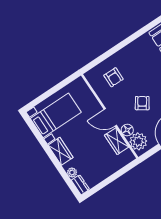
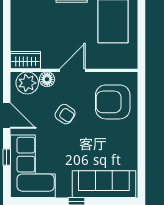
armchair: (114, 77) -> (113, 102), width x1.88, depth x1.88
wardrobe: (117, 141) -> (25, 60), moved

